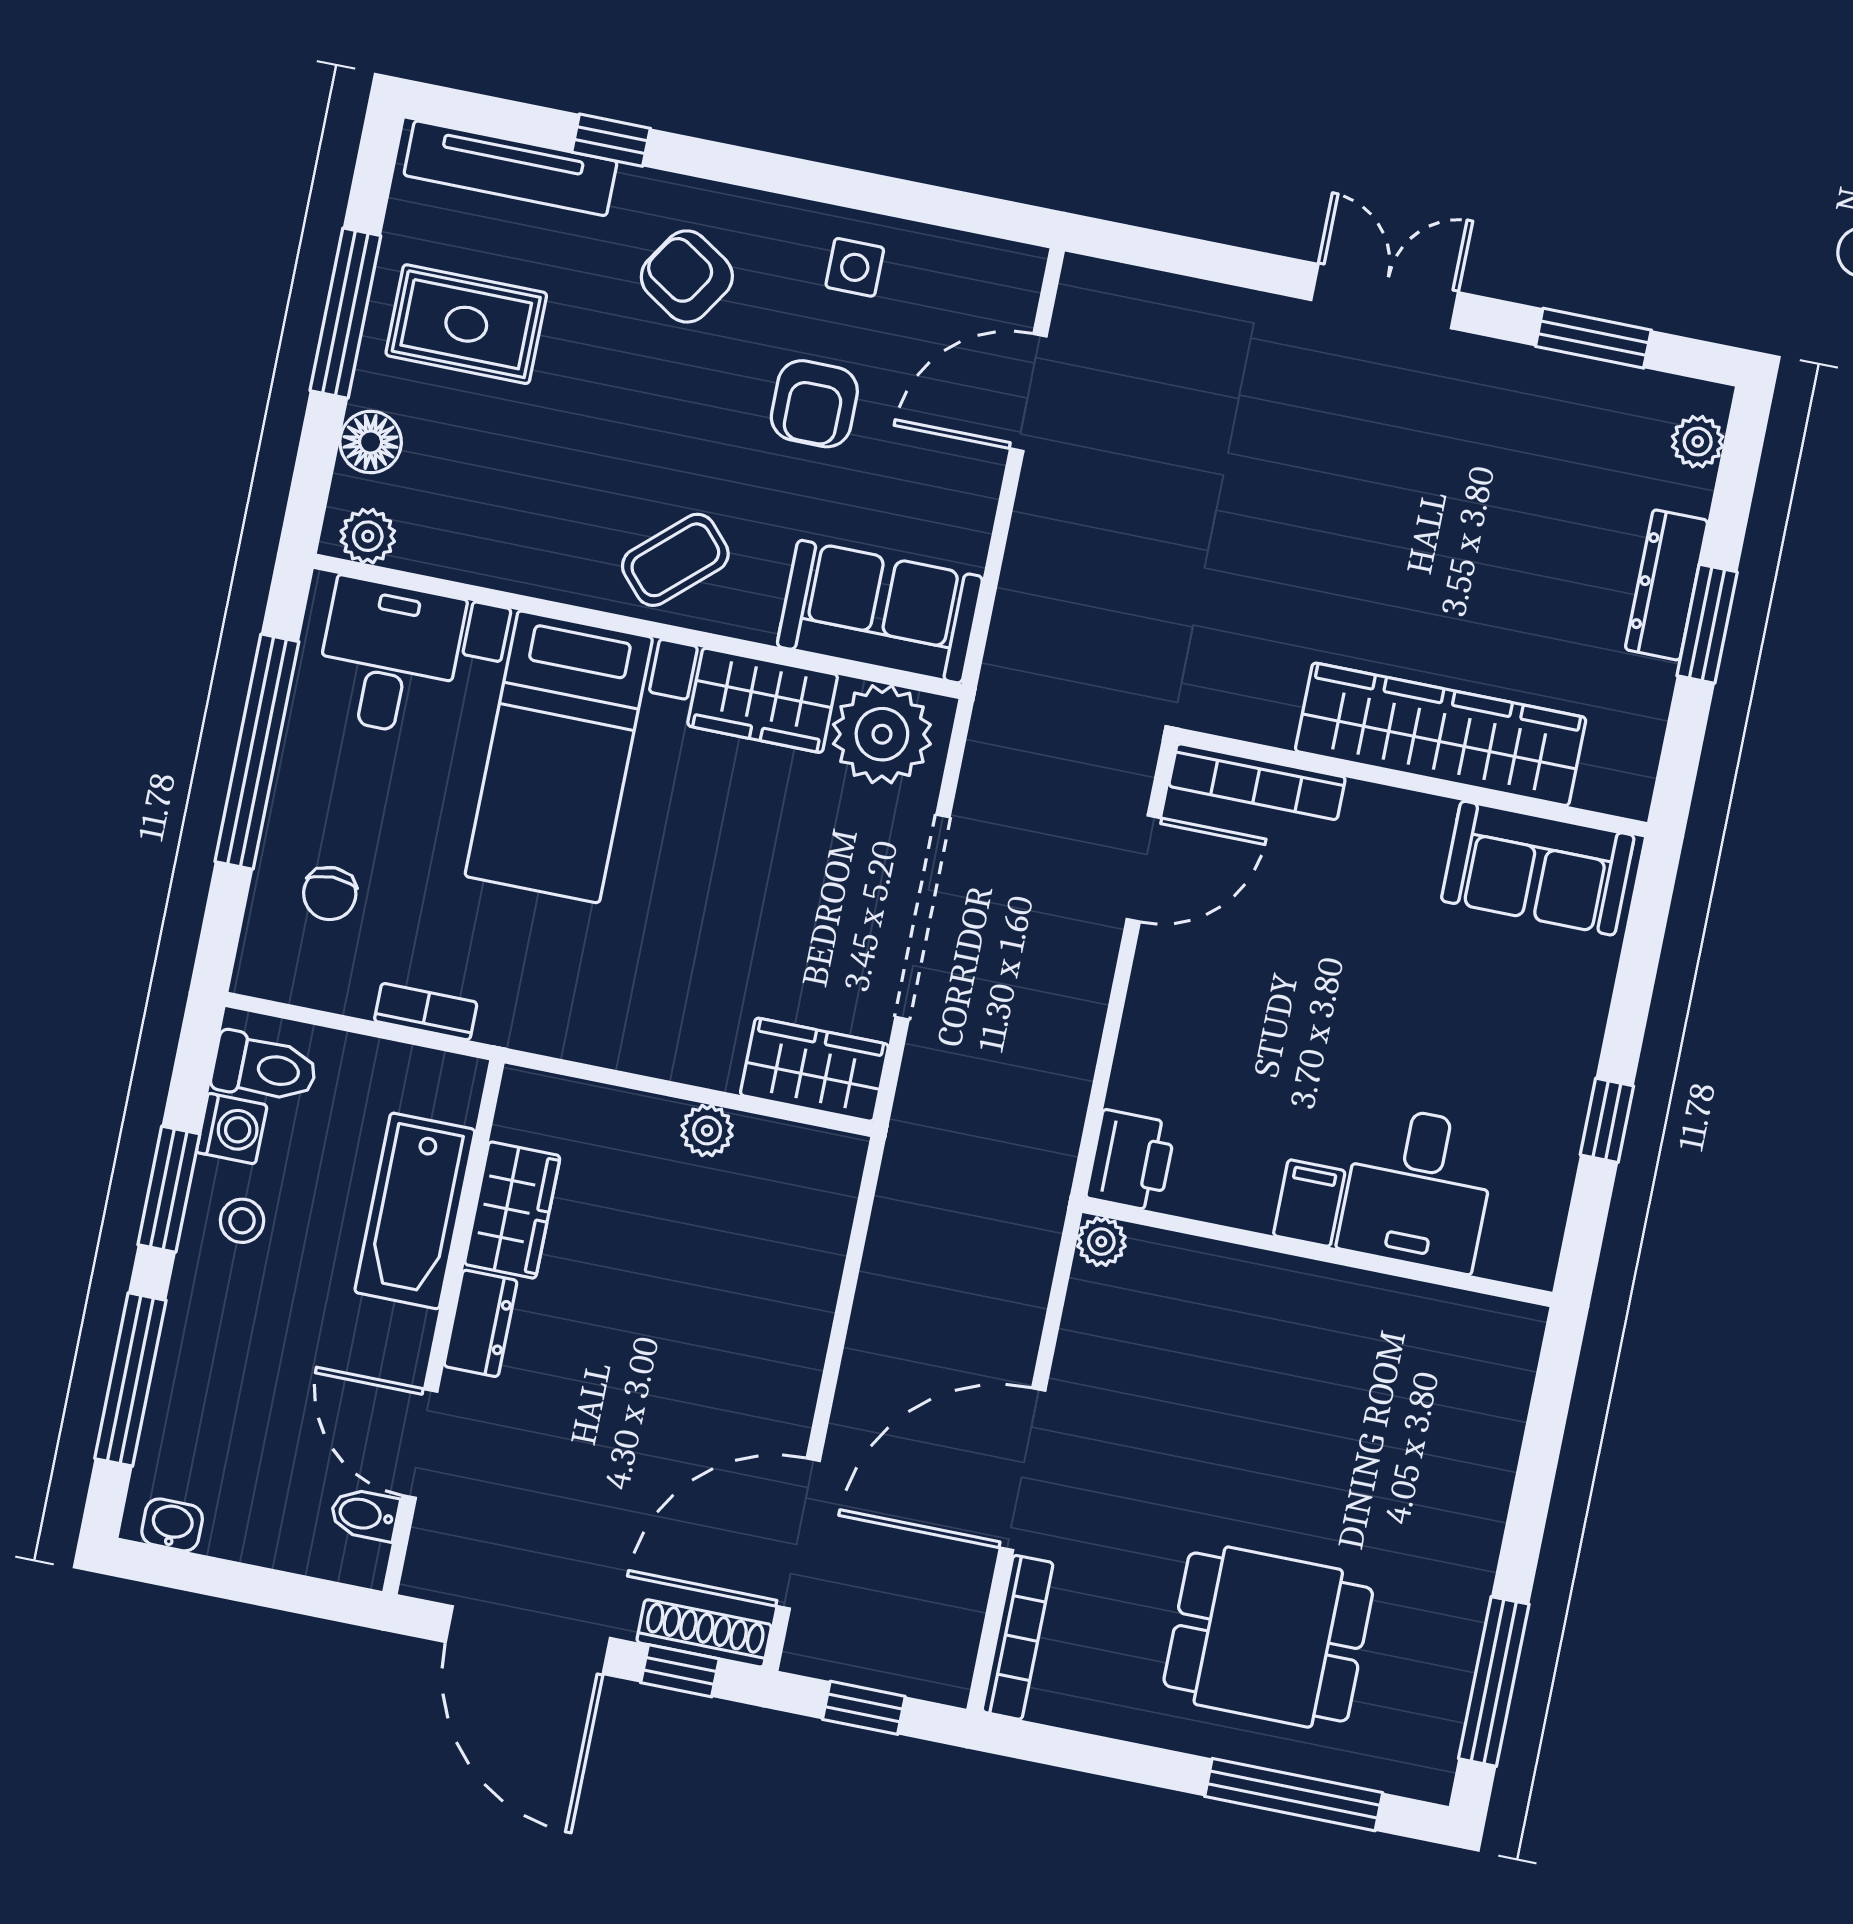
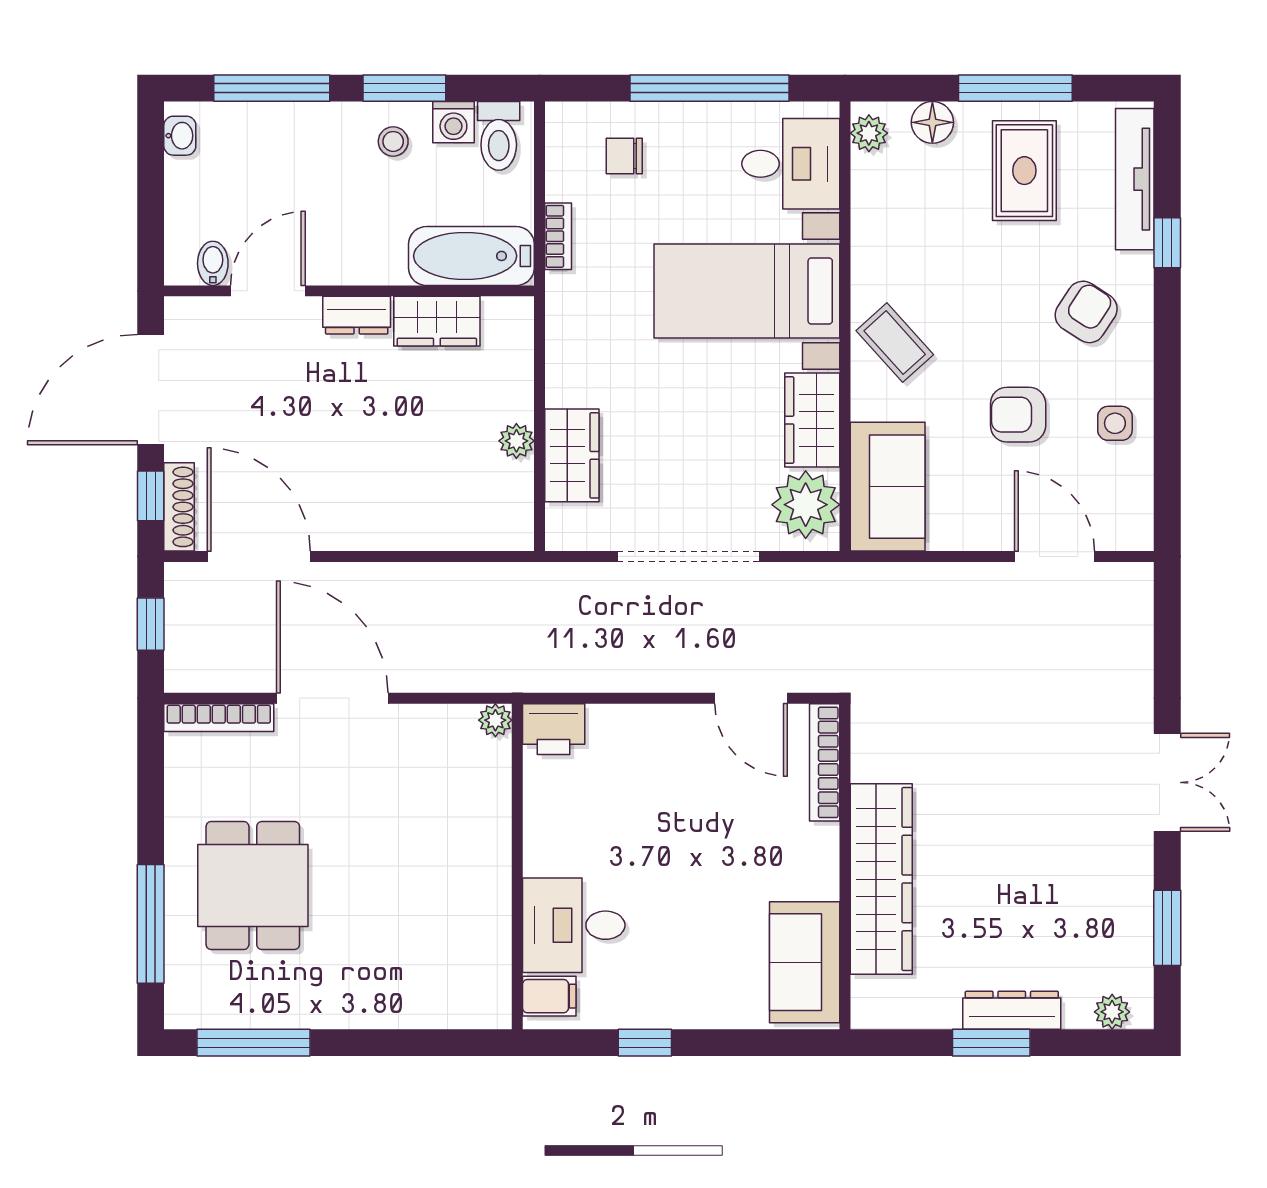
wardrobe: (814, 1070) -> (572, 455), moved
filing cabinet: (1309, 1203) -> (549, 996), moved
bathtub: (415, 1211) -> (471, 256), moved

